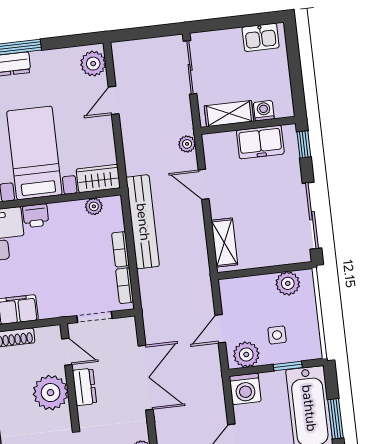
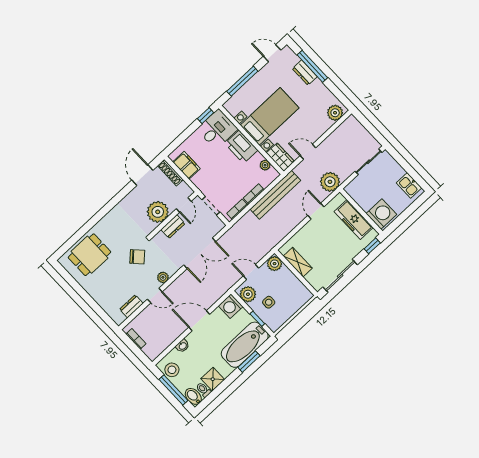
door: (114, 100) -> (308, 152), moved
washing machine: (264, 111) -> (381, 214), width x1.89, depth x1.89
shelving: (229, 114) -> (360, 198), removed
freezer: (260, 142) -> (354, 219), width x1.40
plant: (187, 144) -> (330, 182), width x1.88, depth x1.88
printer: (36, 216) -> (241, 147), width x1.87, depth x1.48
shelving: (224, 243) -> (298, 262), moved, turned 90
plant: (288, 283) -> (274, 264), moved

